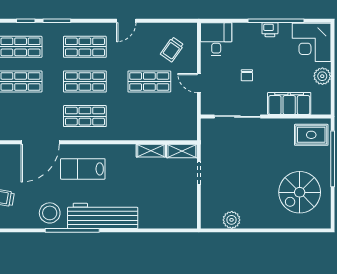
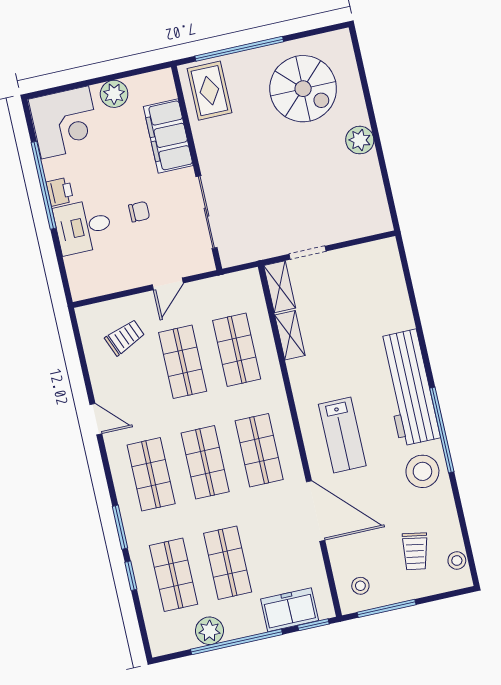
desk: (216, 39) -> (83, 227), moved
trolley: (172, 50) -> (125, 337), turned -57
shop shelf: (149, 116) -> (237, 350), added
plant: (232, 220) -> (360, 140), moved

